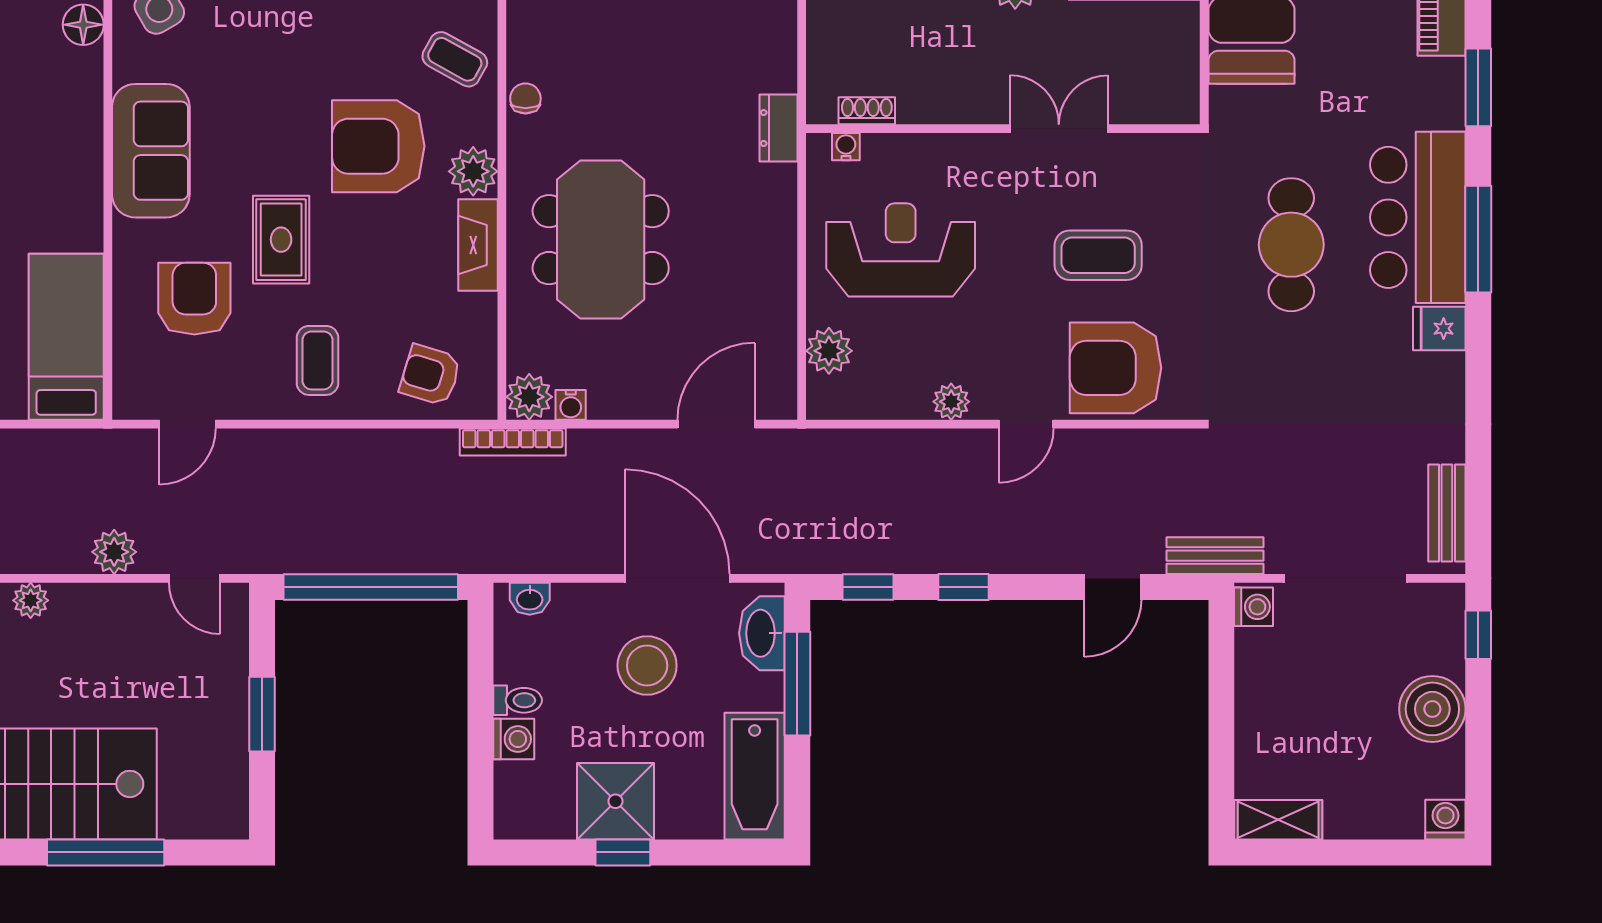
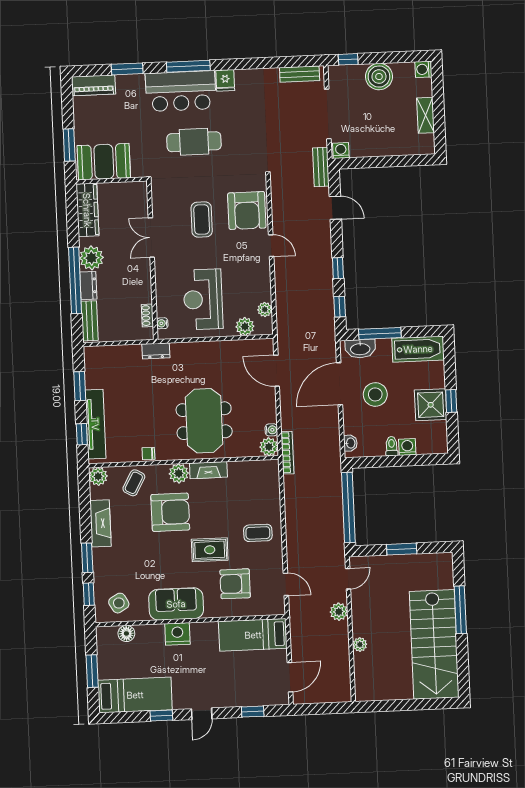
armchair: (378, 146) -> (170, 512), turned -90
nightstand: (77, 151) -> (177, 634), added
meeting table: (601, 240) -> (204, 421), turned 90
armchair: (430, 375) -> (262, 487), removed
plant: (951, 402) -> (265, 310), moved
shelving: (1278, 820) -> (426, 115), moved

